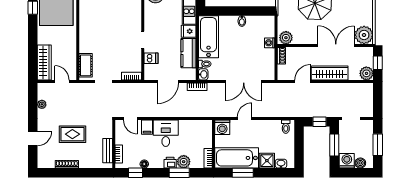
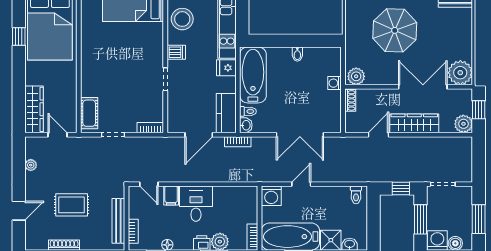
kitchen counter: (188, 53) -> (226, 113), moved
dishwasher: (151, 58) -> (176, 52), moved
bench: (108, 151) -> (118, 221), width x1.36

